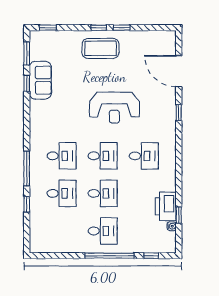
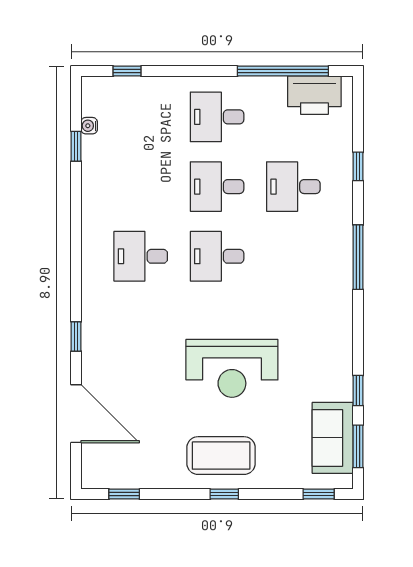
window: (122, 28) -> (124, 494), moved
sofa: (40, 80) -> (333, 438), moved
reception desk: (114, 108) -> (232, 368), moved, turned 180
desk: (62, 156) -> (293, 256), removed
window: (27, 169) -> (358, 257), moved
printer: (166, 206) -> (314, 95), moved, turned 90
window: (109, 256) -> (283, 71), moved

